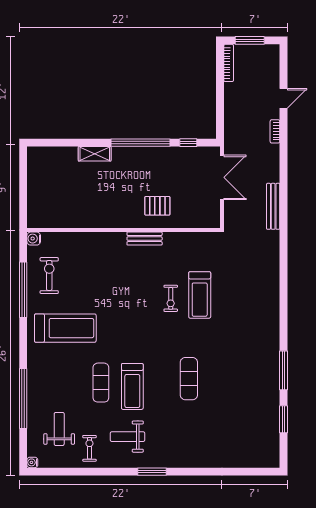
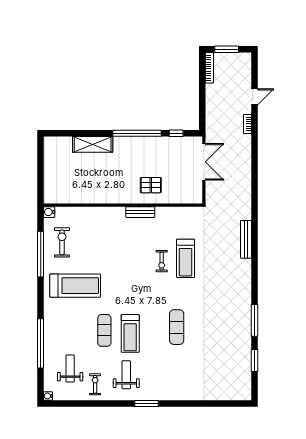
shelving: (95, 154) -> (93, 144), width x1.50, depth x1.33
bench: (273, 206) -> (246, 239), moved
weight bench: (127, 437) -> (126, 375), turned 90

